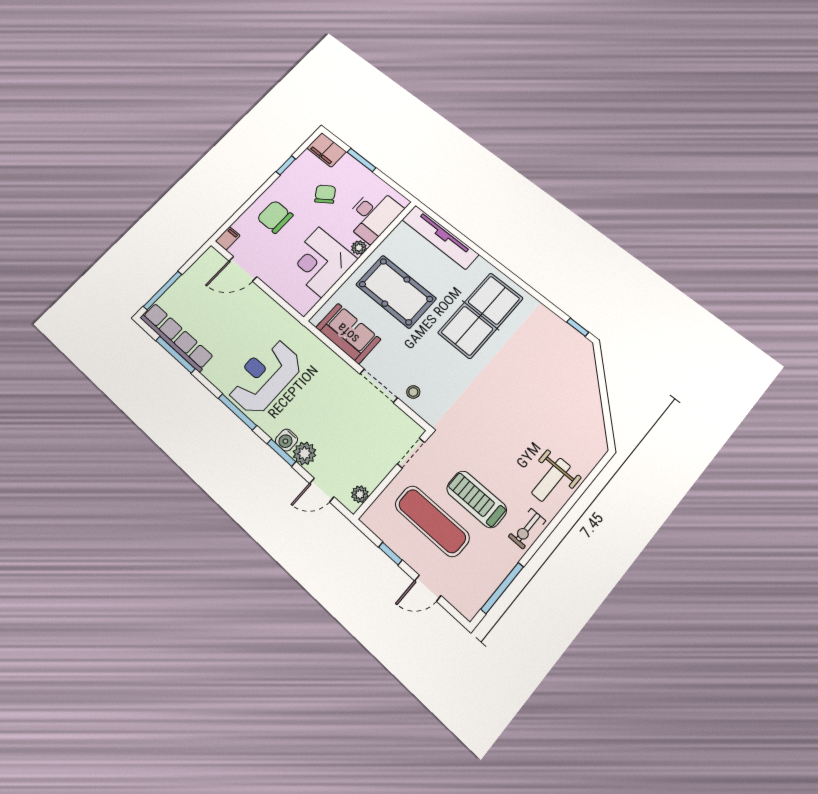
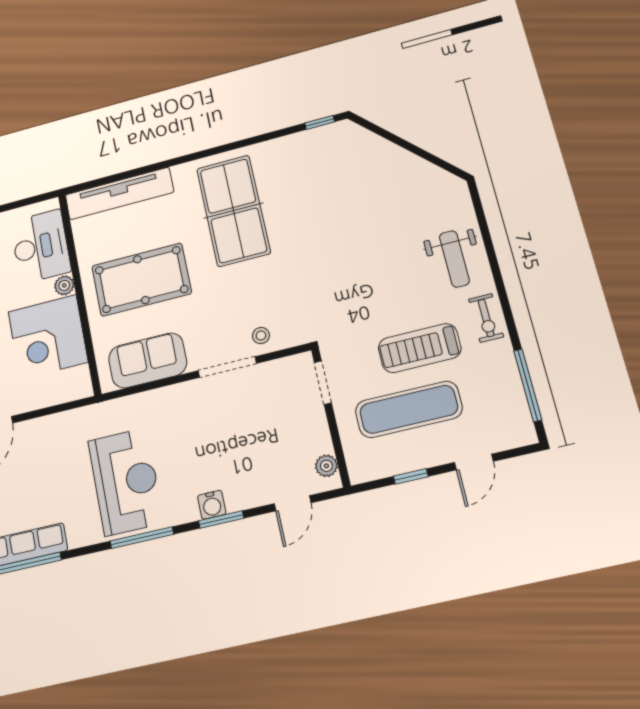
reception desk: (265, 376) -> (126, 482), turned 180
plant: (305, 453) -> (240, 495), removed

